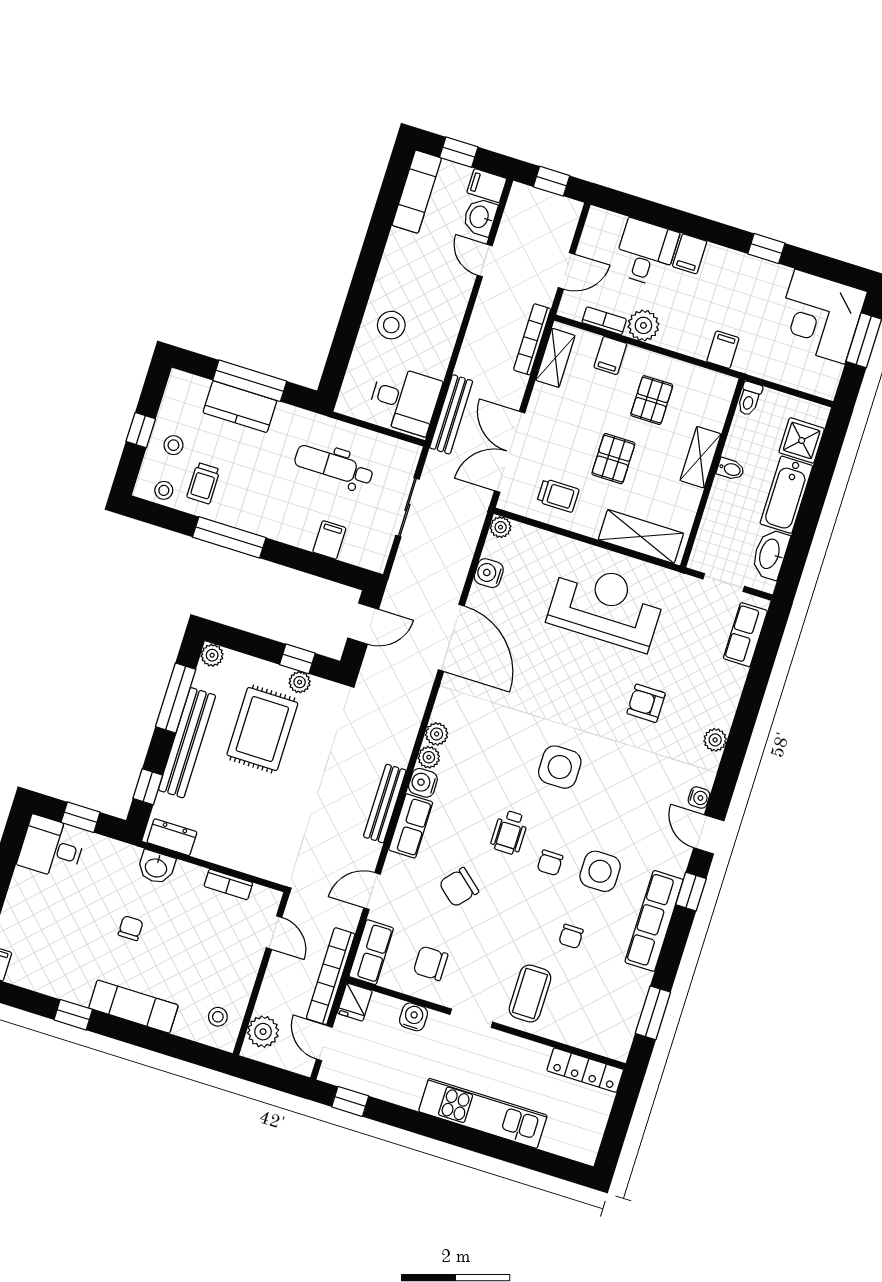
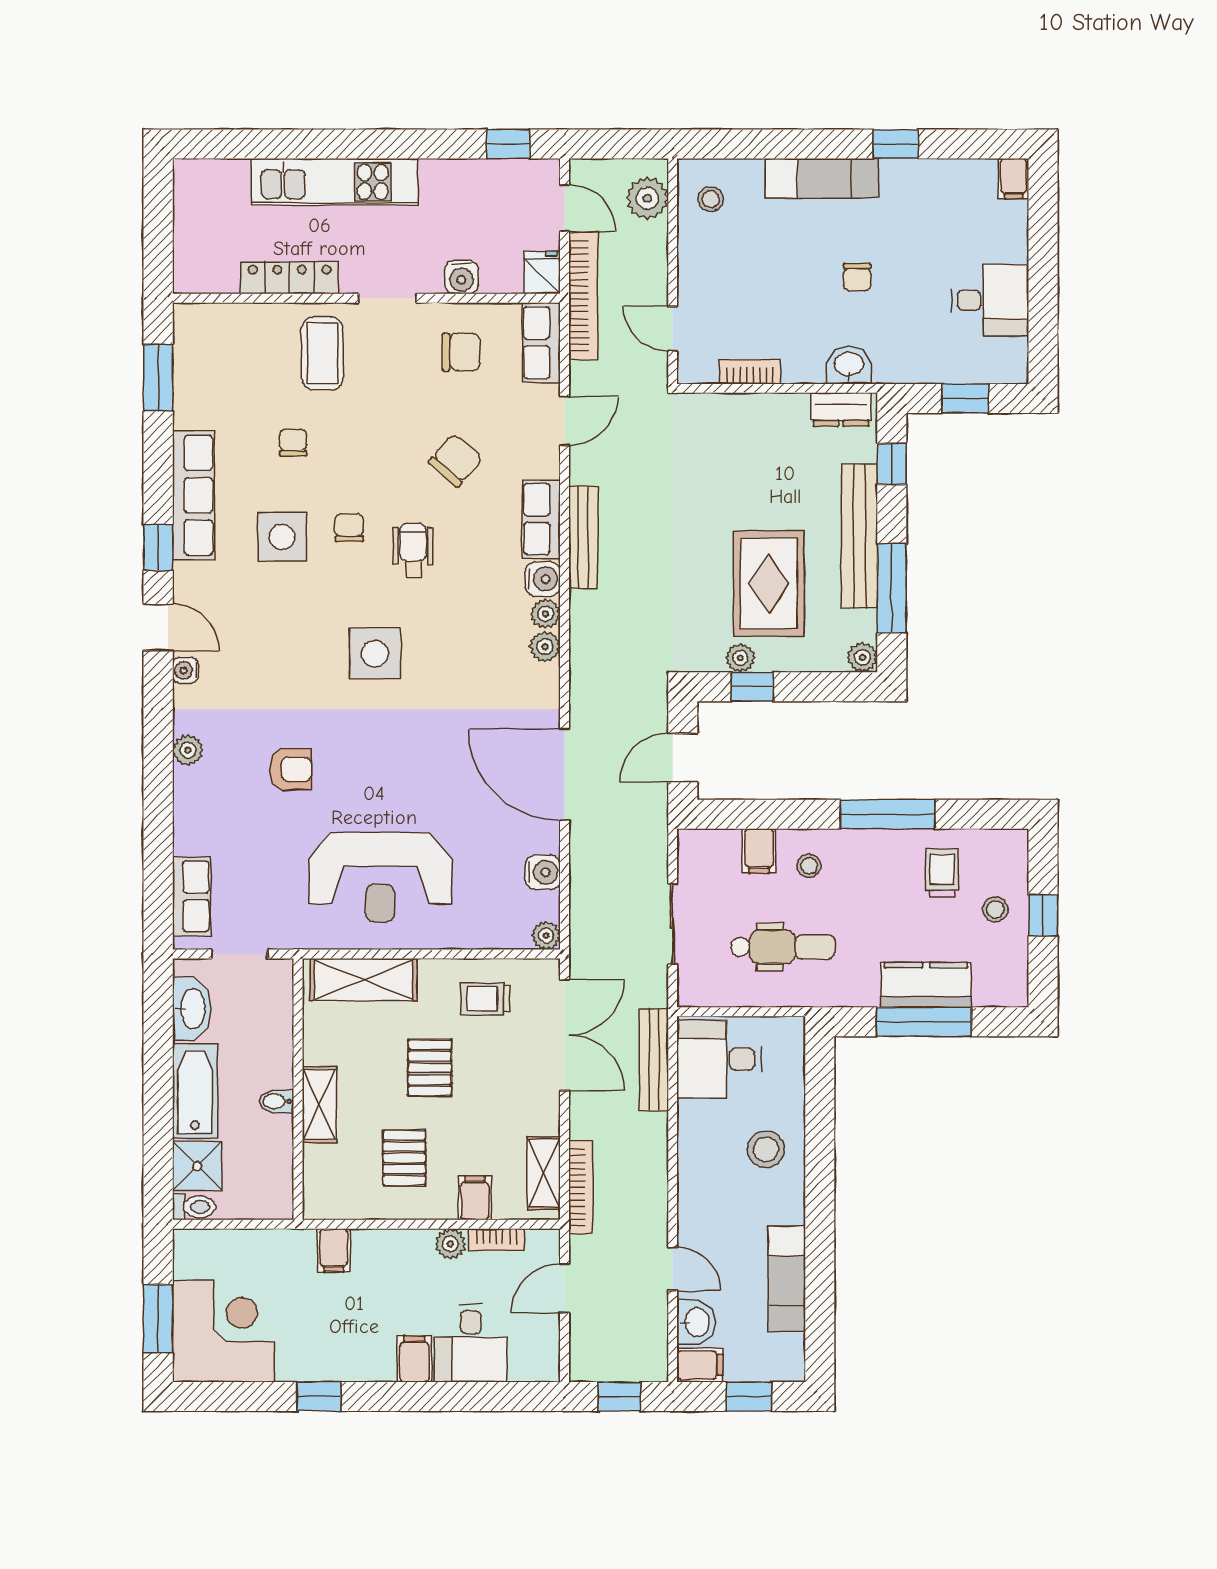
exam couch: (417, 192) -> (787, 1279), moved
plant: (643, 325) -> (450, 1244), width x0.73, depth x0.73
toilet: (749, 399) -> (194, 1207), moved, turned 90
stool: (164, 490) -> (809, 866), moved
desk: (52, 848) -> (990, 300), moved
locker: (585, 1070) -> (290, 278), moved

